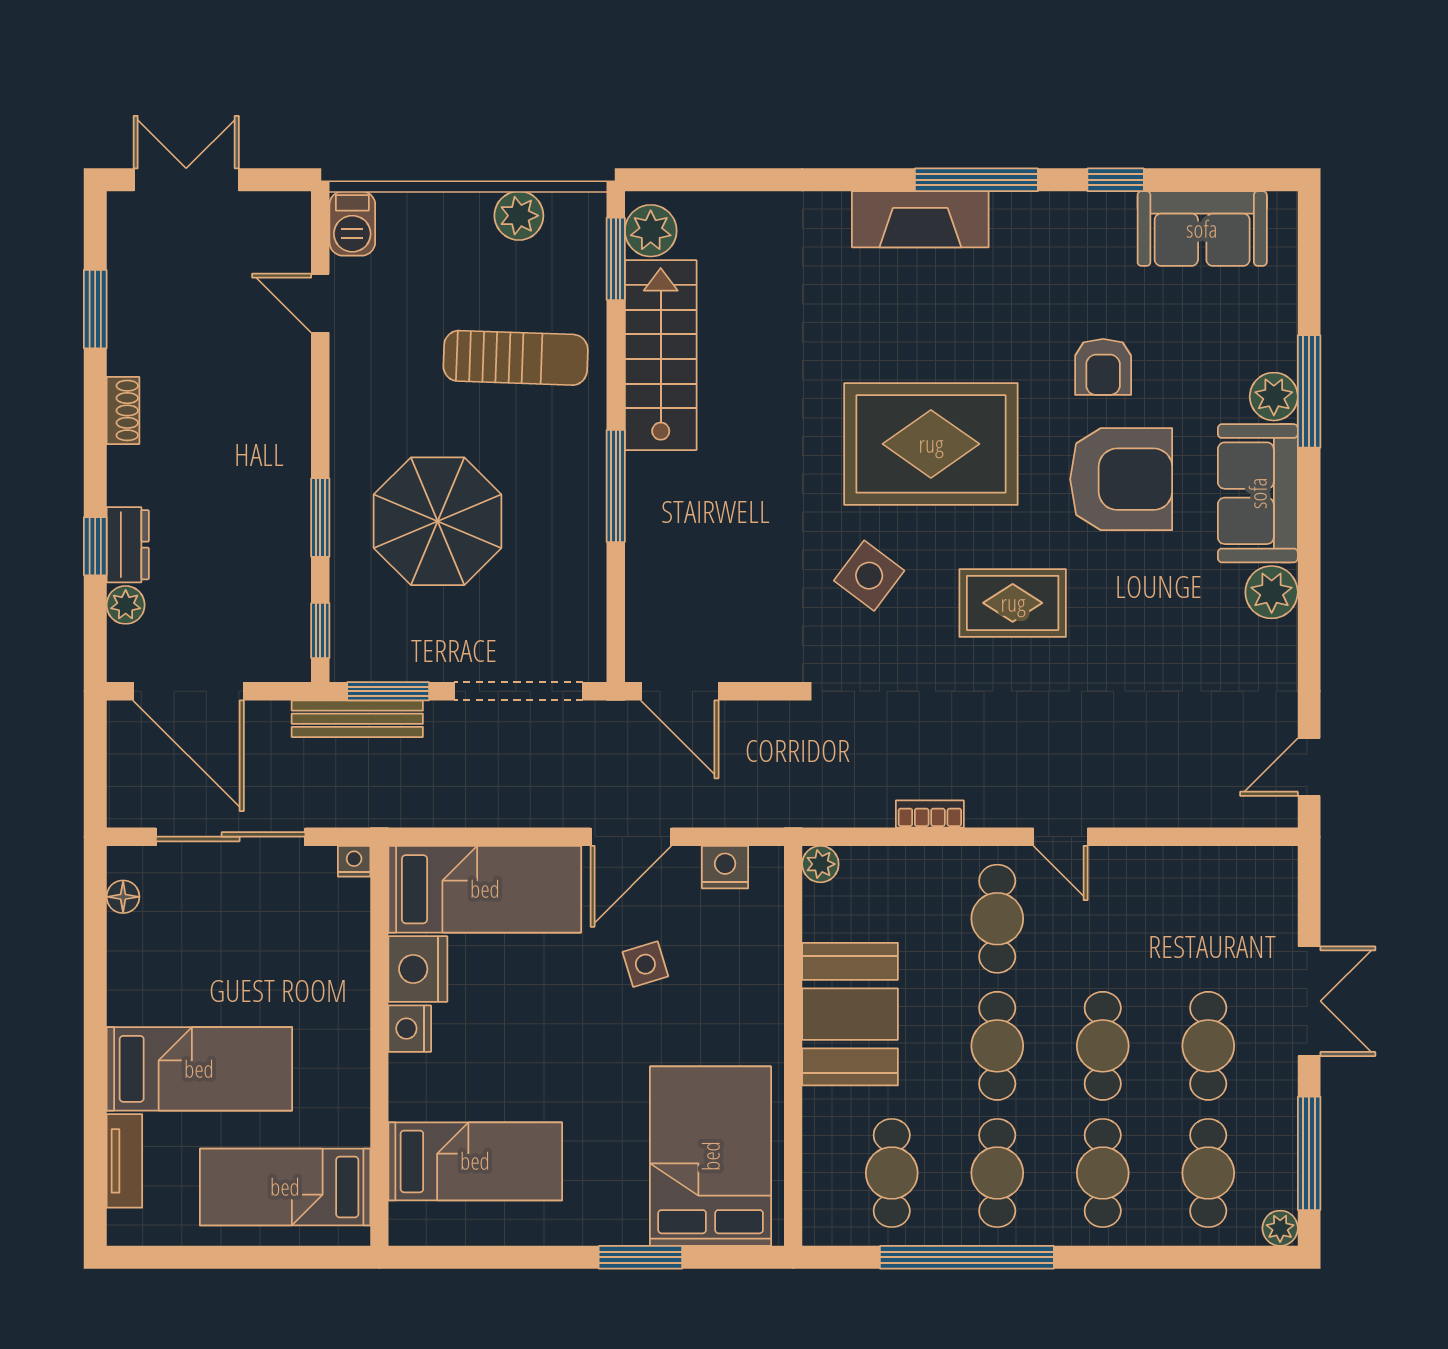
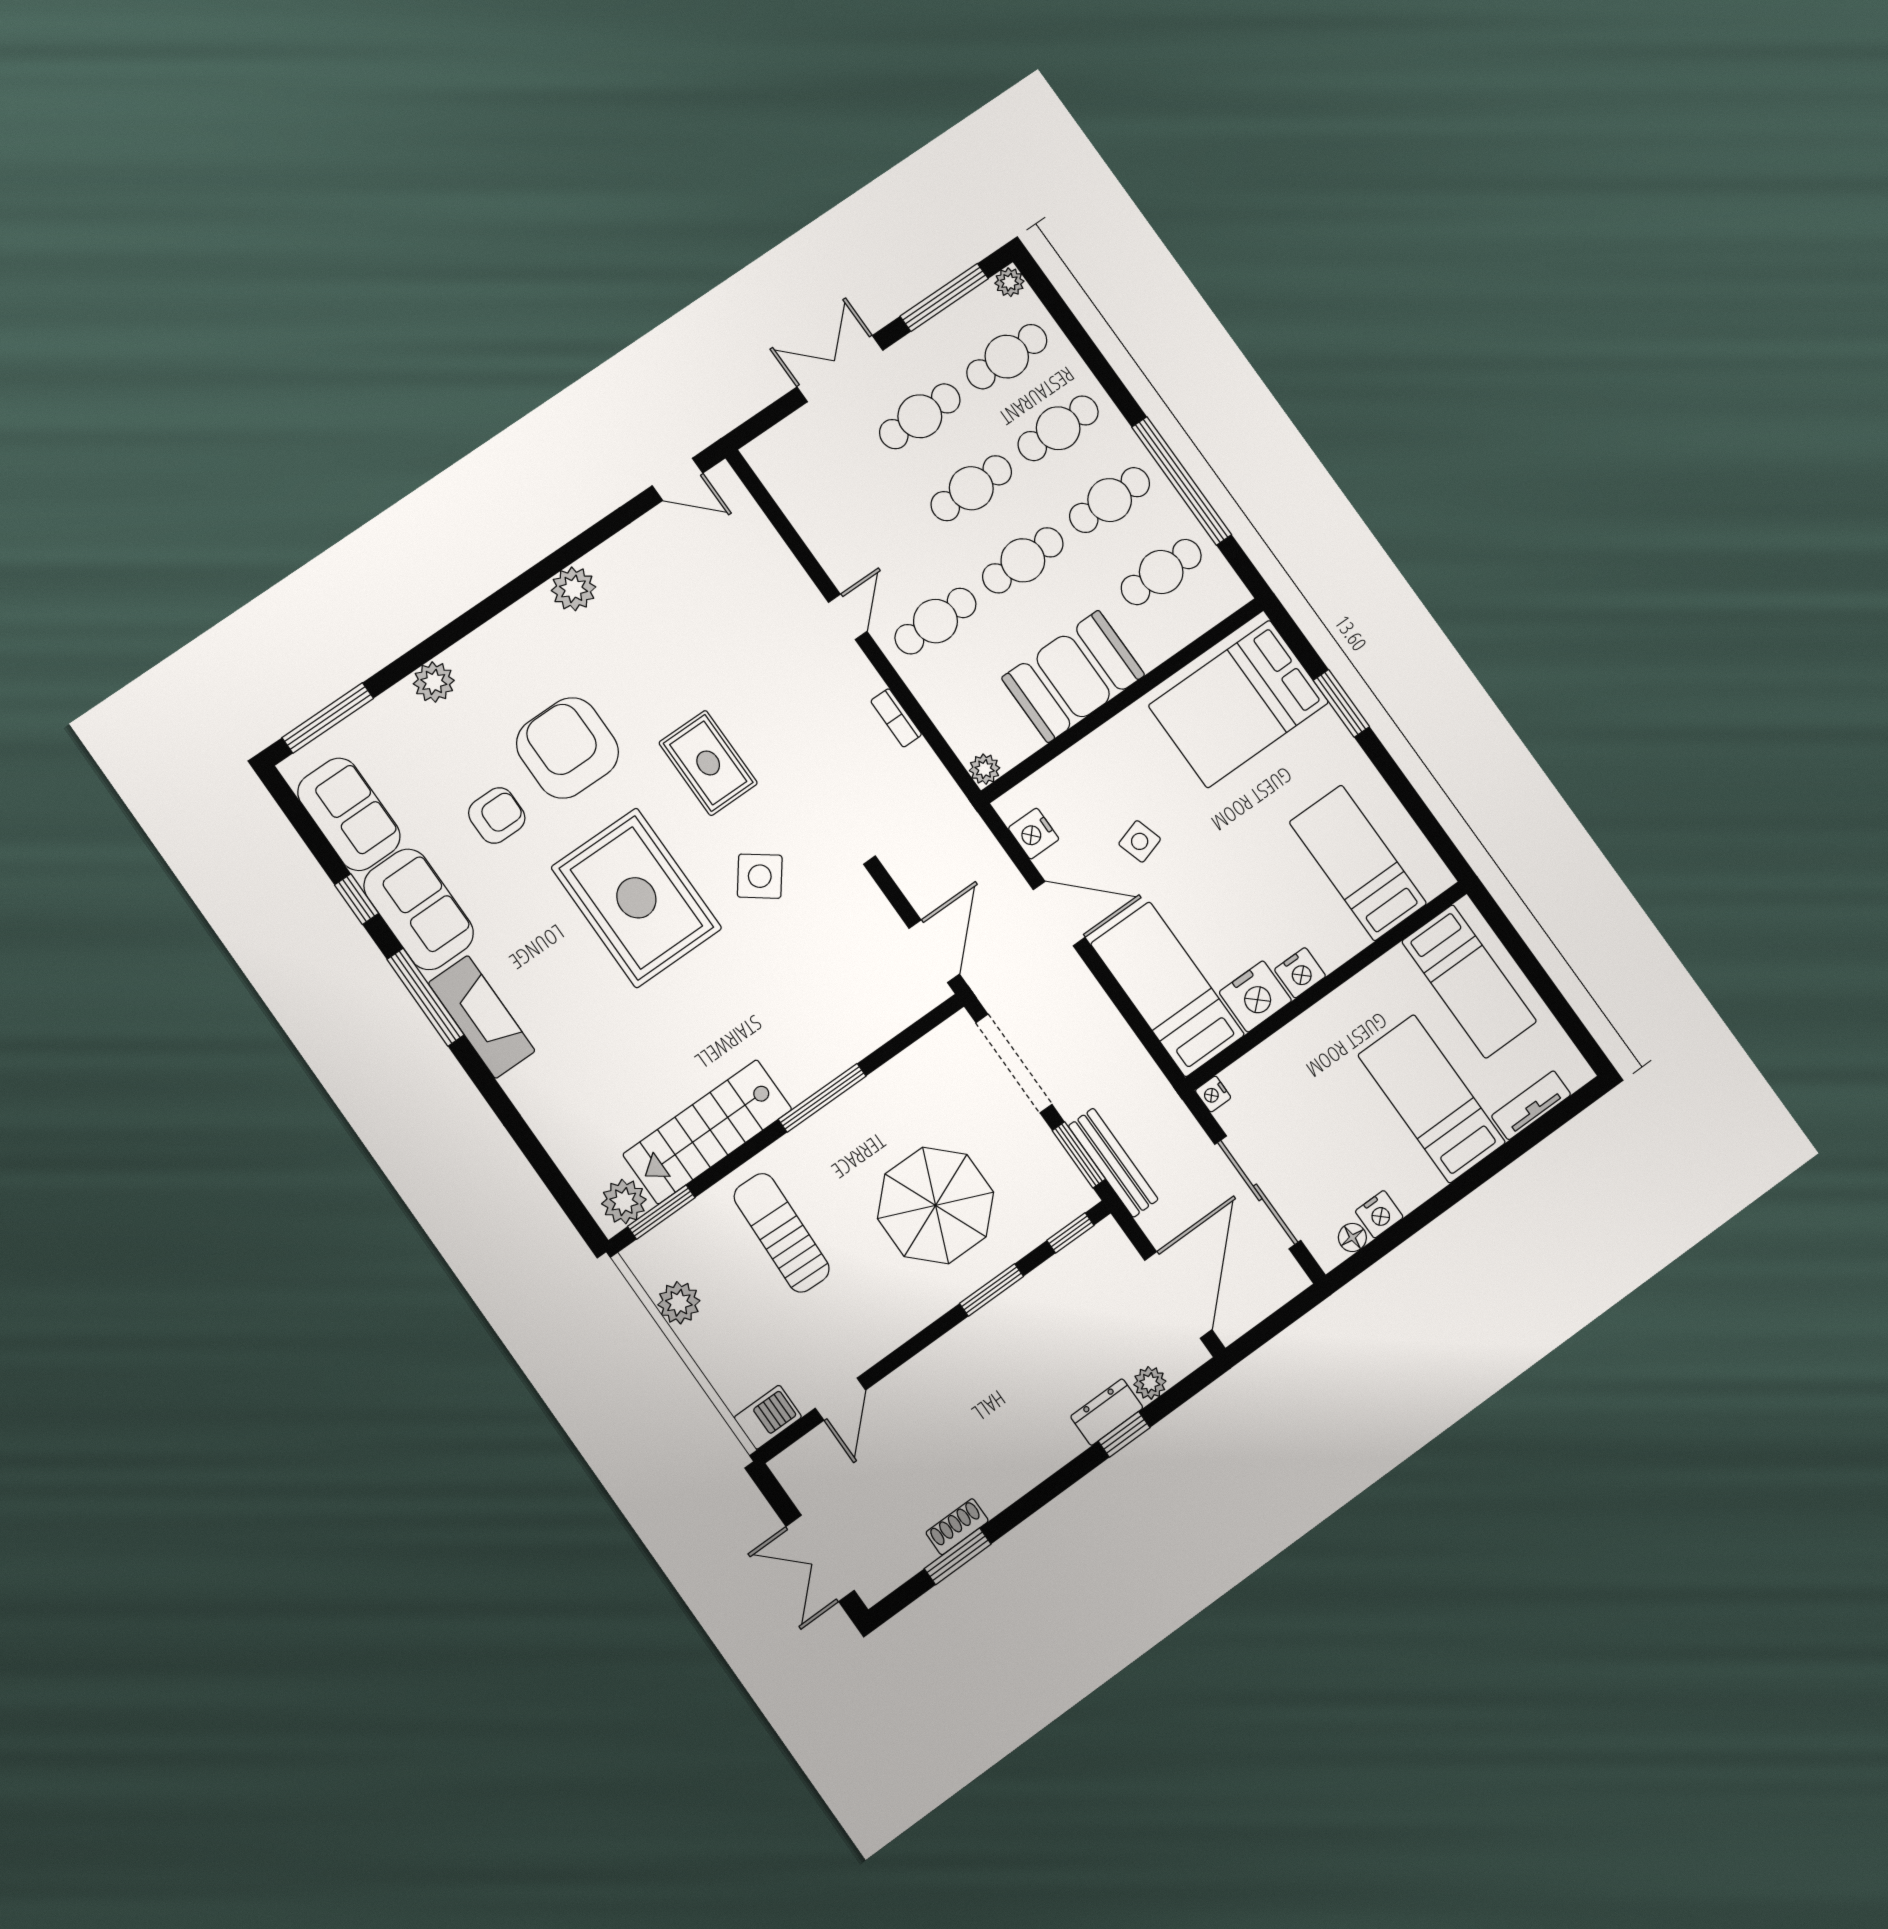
window: (1309, 391) -> (328, 718), moved
shoe rack: (123, 410) -> (957, 1527), moved
sofa: (1258, 493) -> (419, 909), moved, turned -90
nightstand: (126, 938) -> (1379, 1214), added

